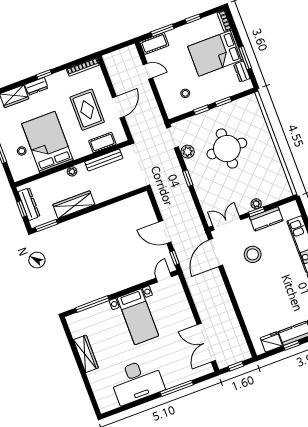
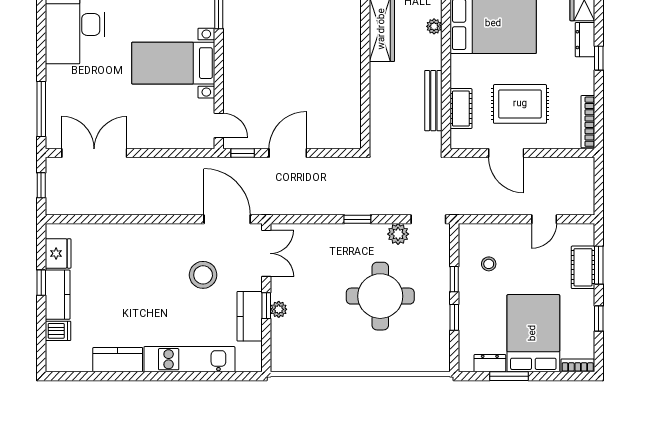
cot: (154, 44) -> (583, 267), moved
plant: (72, 171) -> (434, 26), moved
window: (177, 388) -> (41, 109), moved

